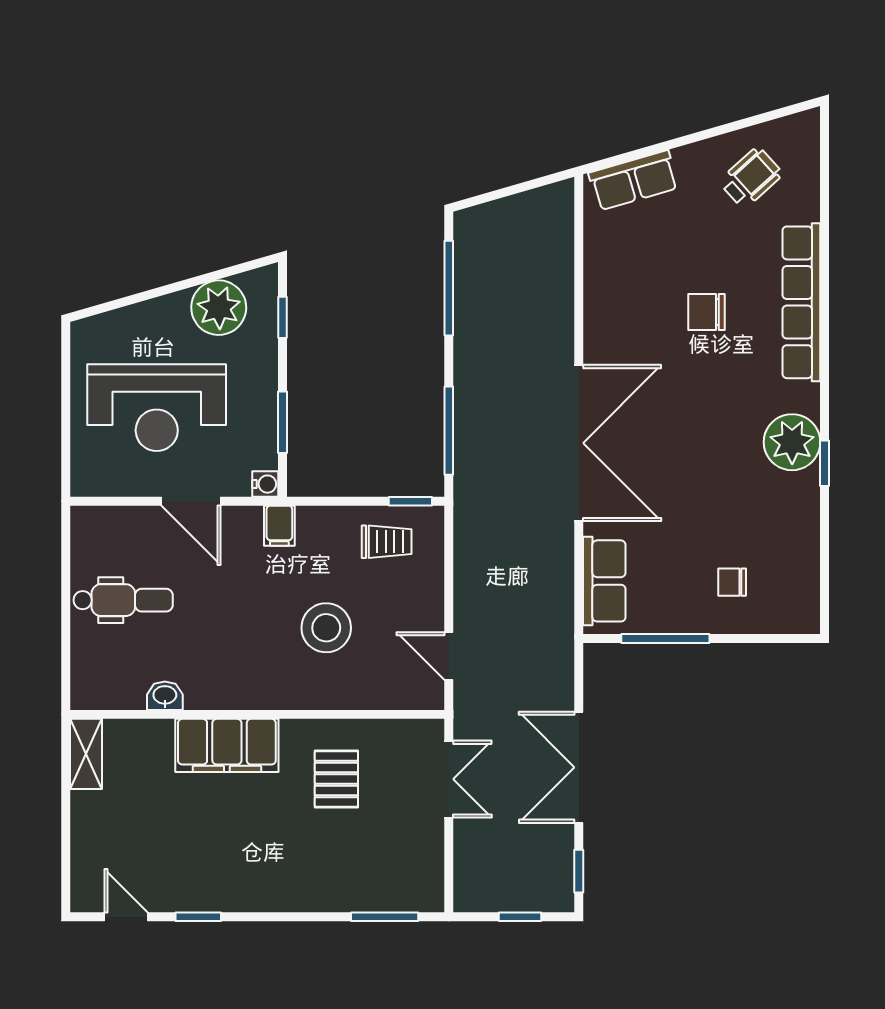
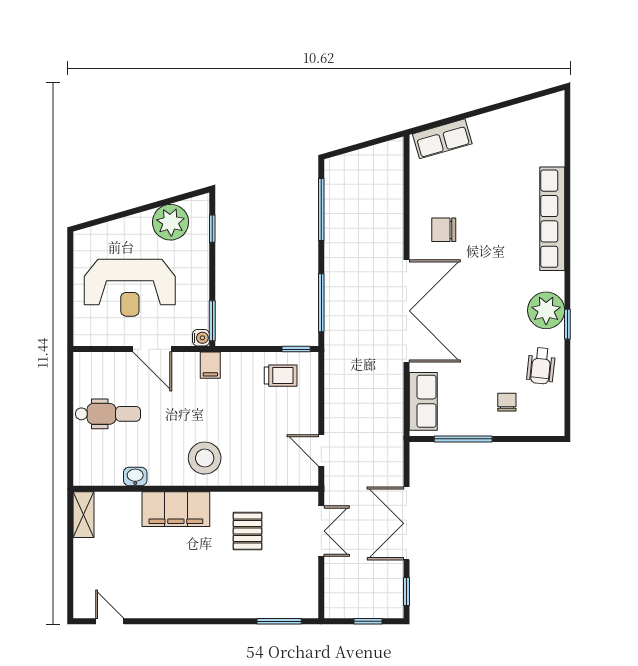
wheelchair: (751, 178) -> (541, 366), moved, turned 138
chair: (706, 312) -> (444, 230), moved
window: (282, 422) -> (212, 321), moved
chair: (732, 582) -> (507, 402), turned 90
stool: (326, 628) -> (205, 458), moved
window: (198, 917) -> (157, 621), removed

